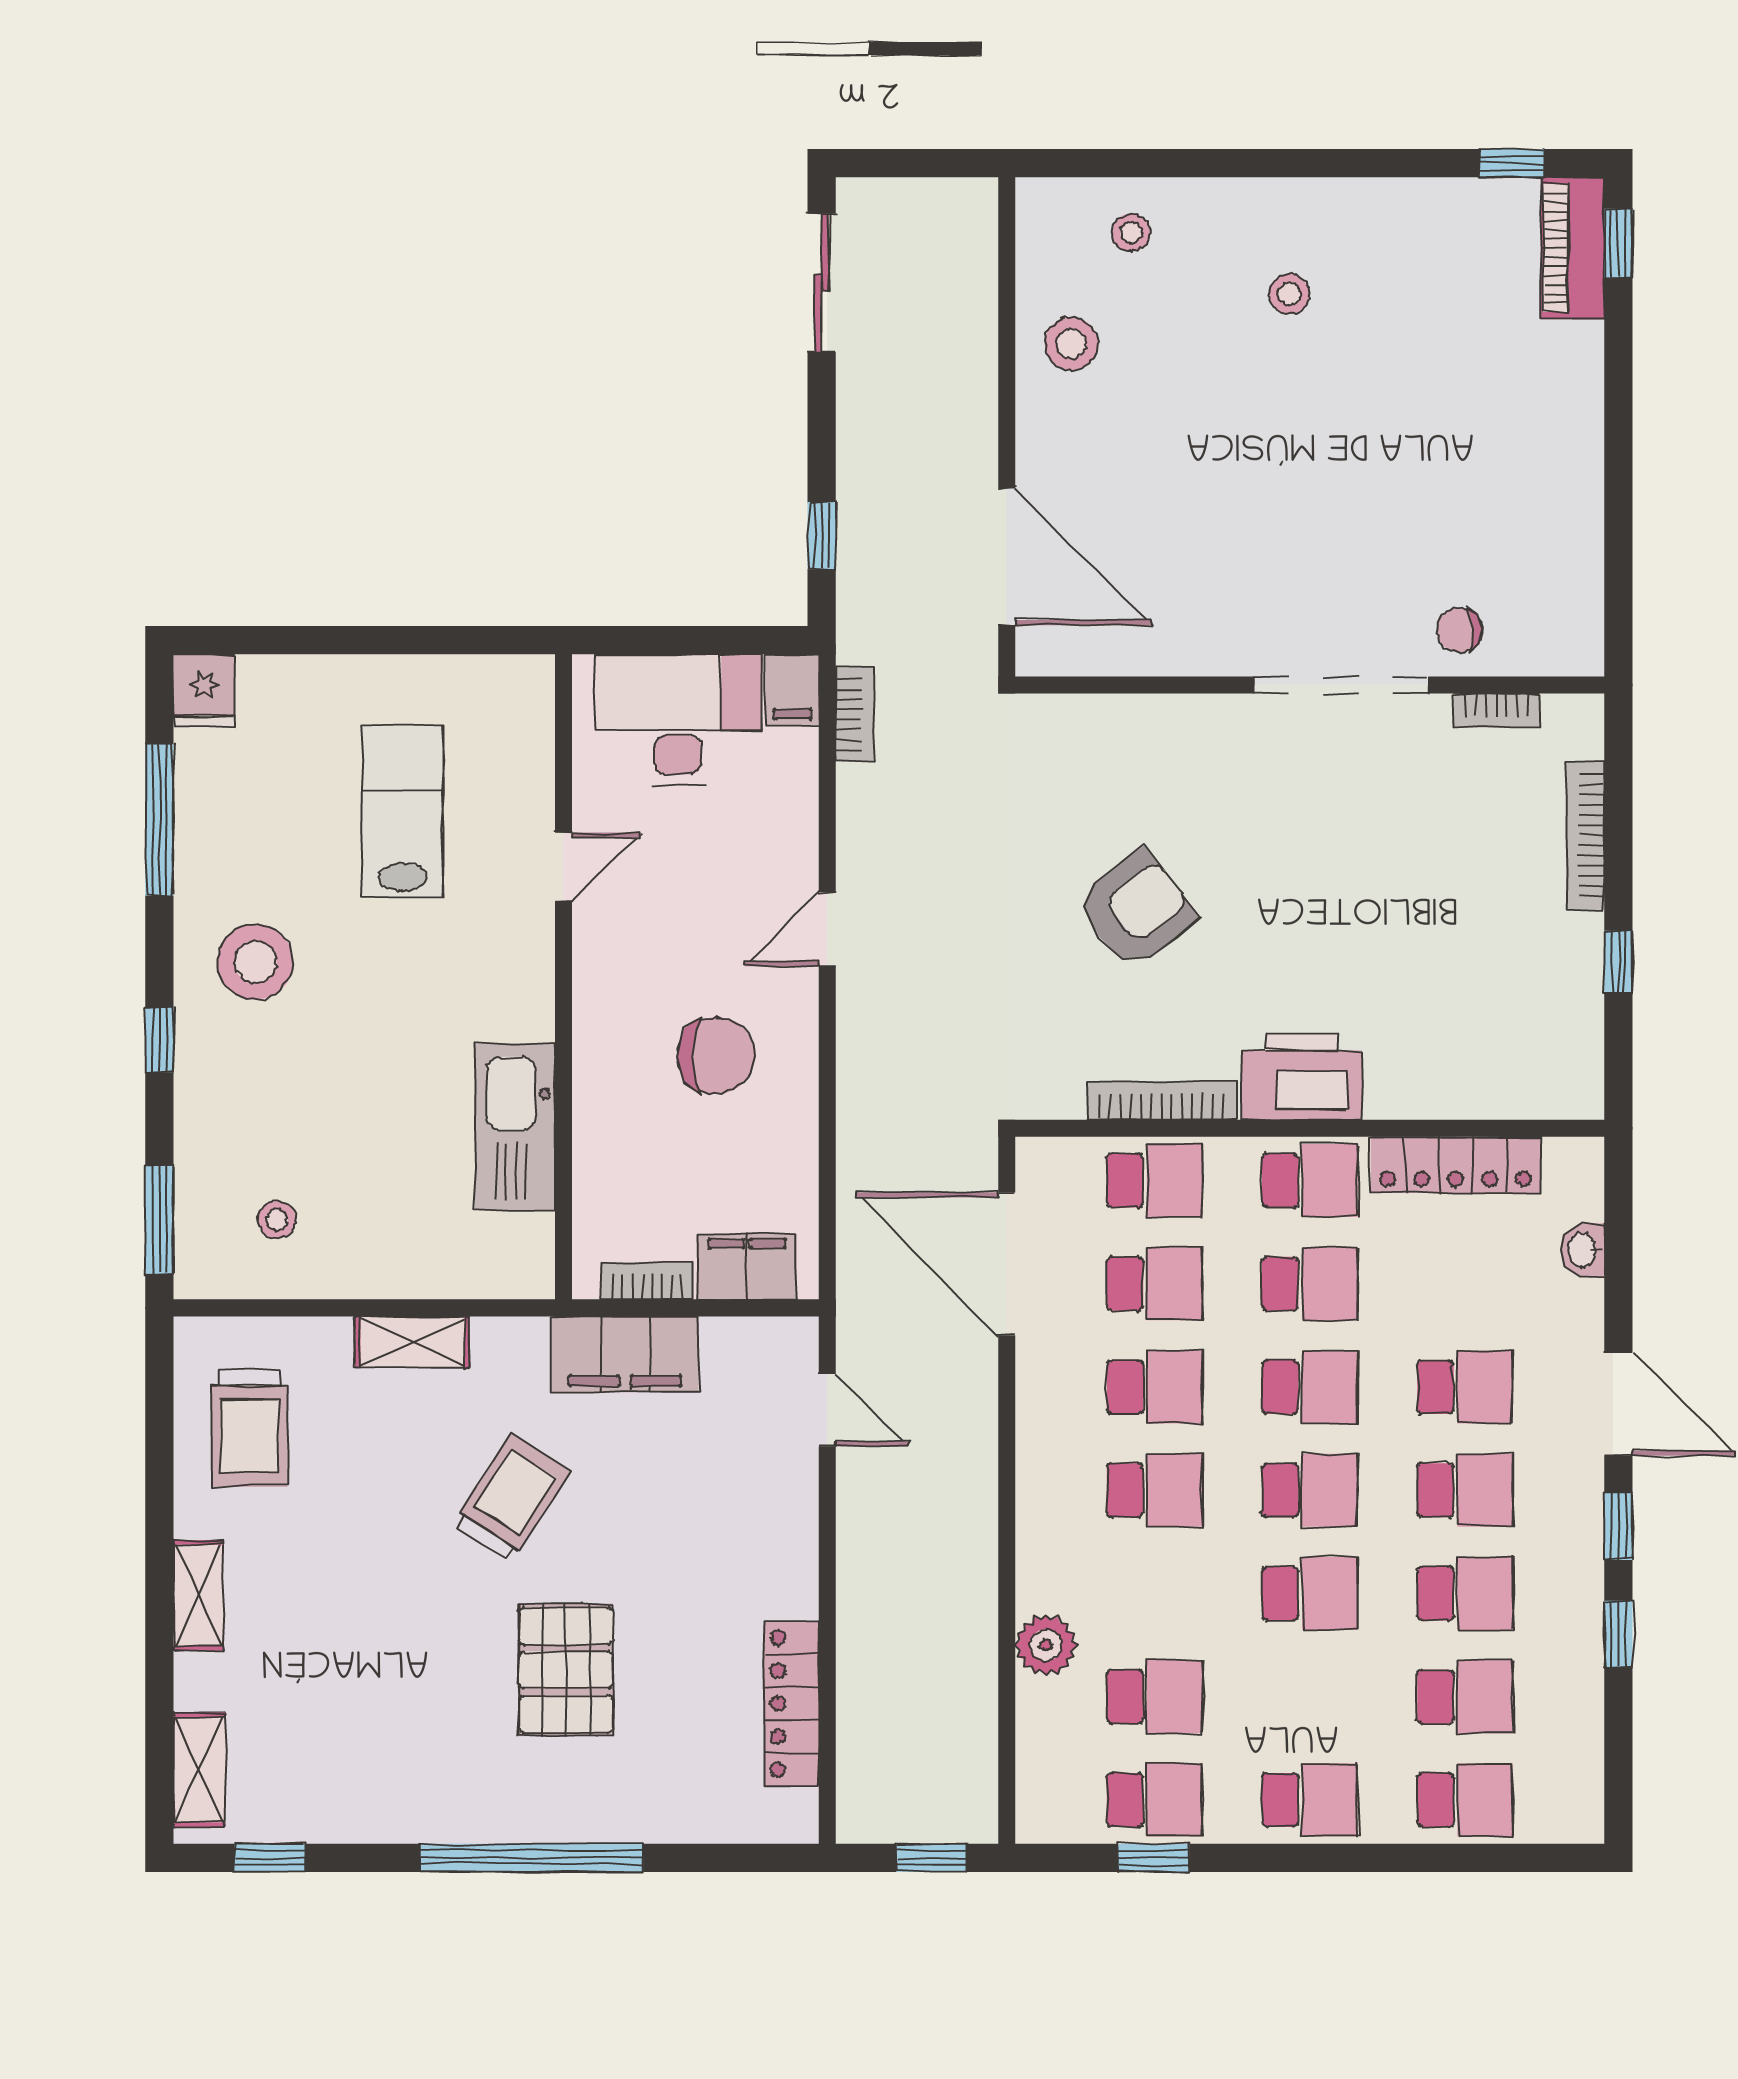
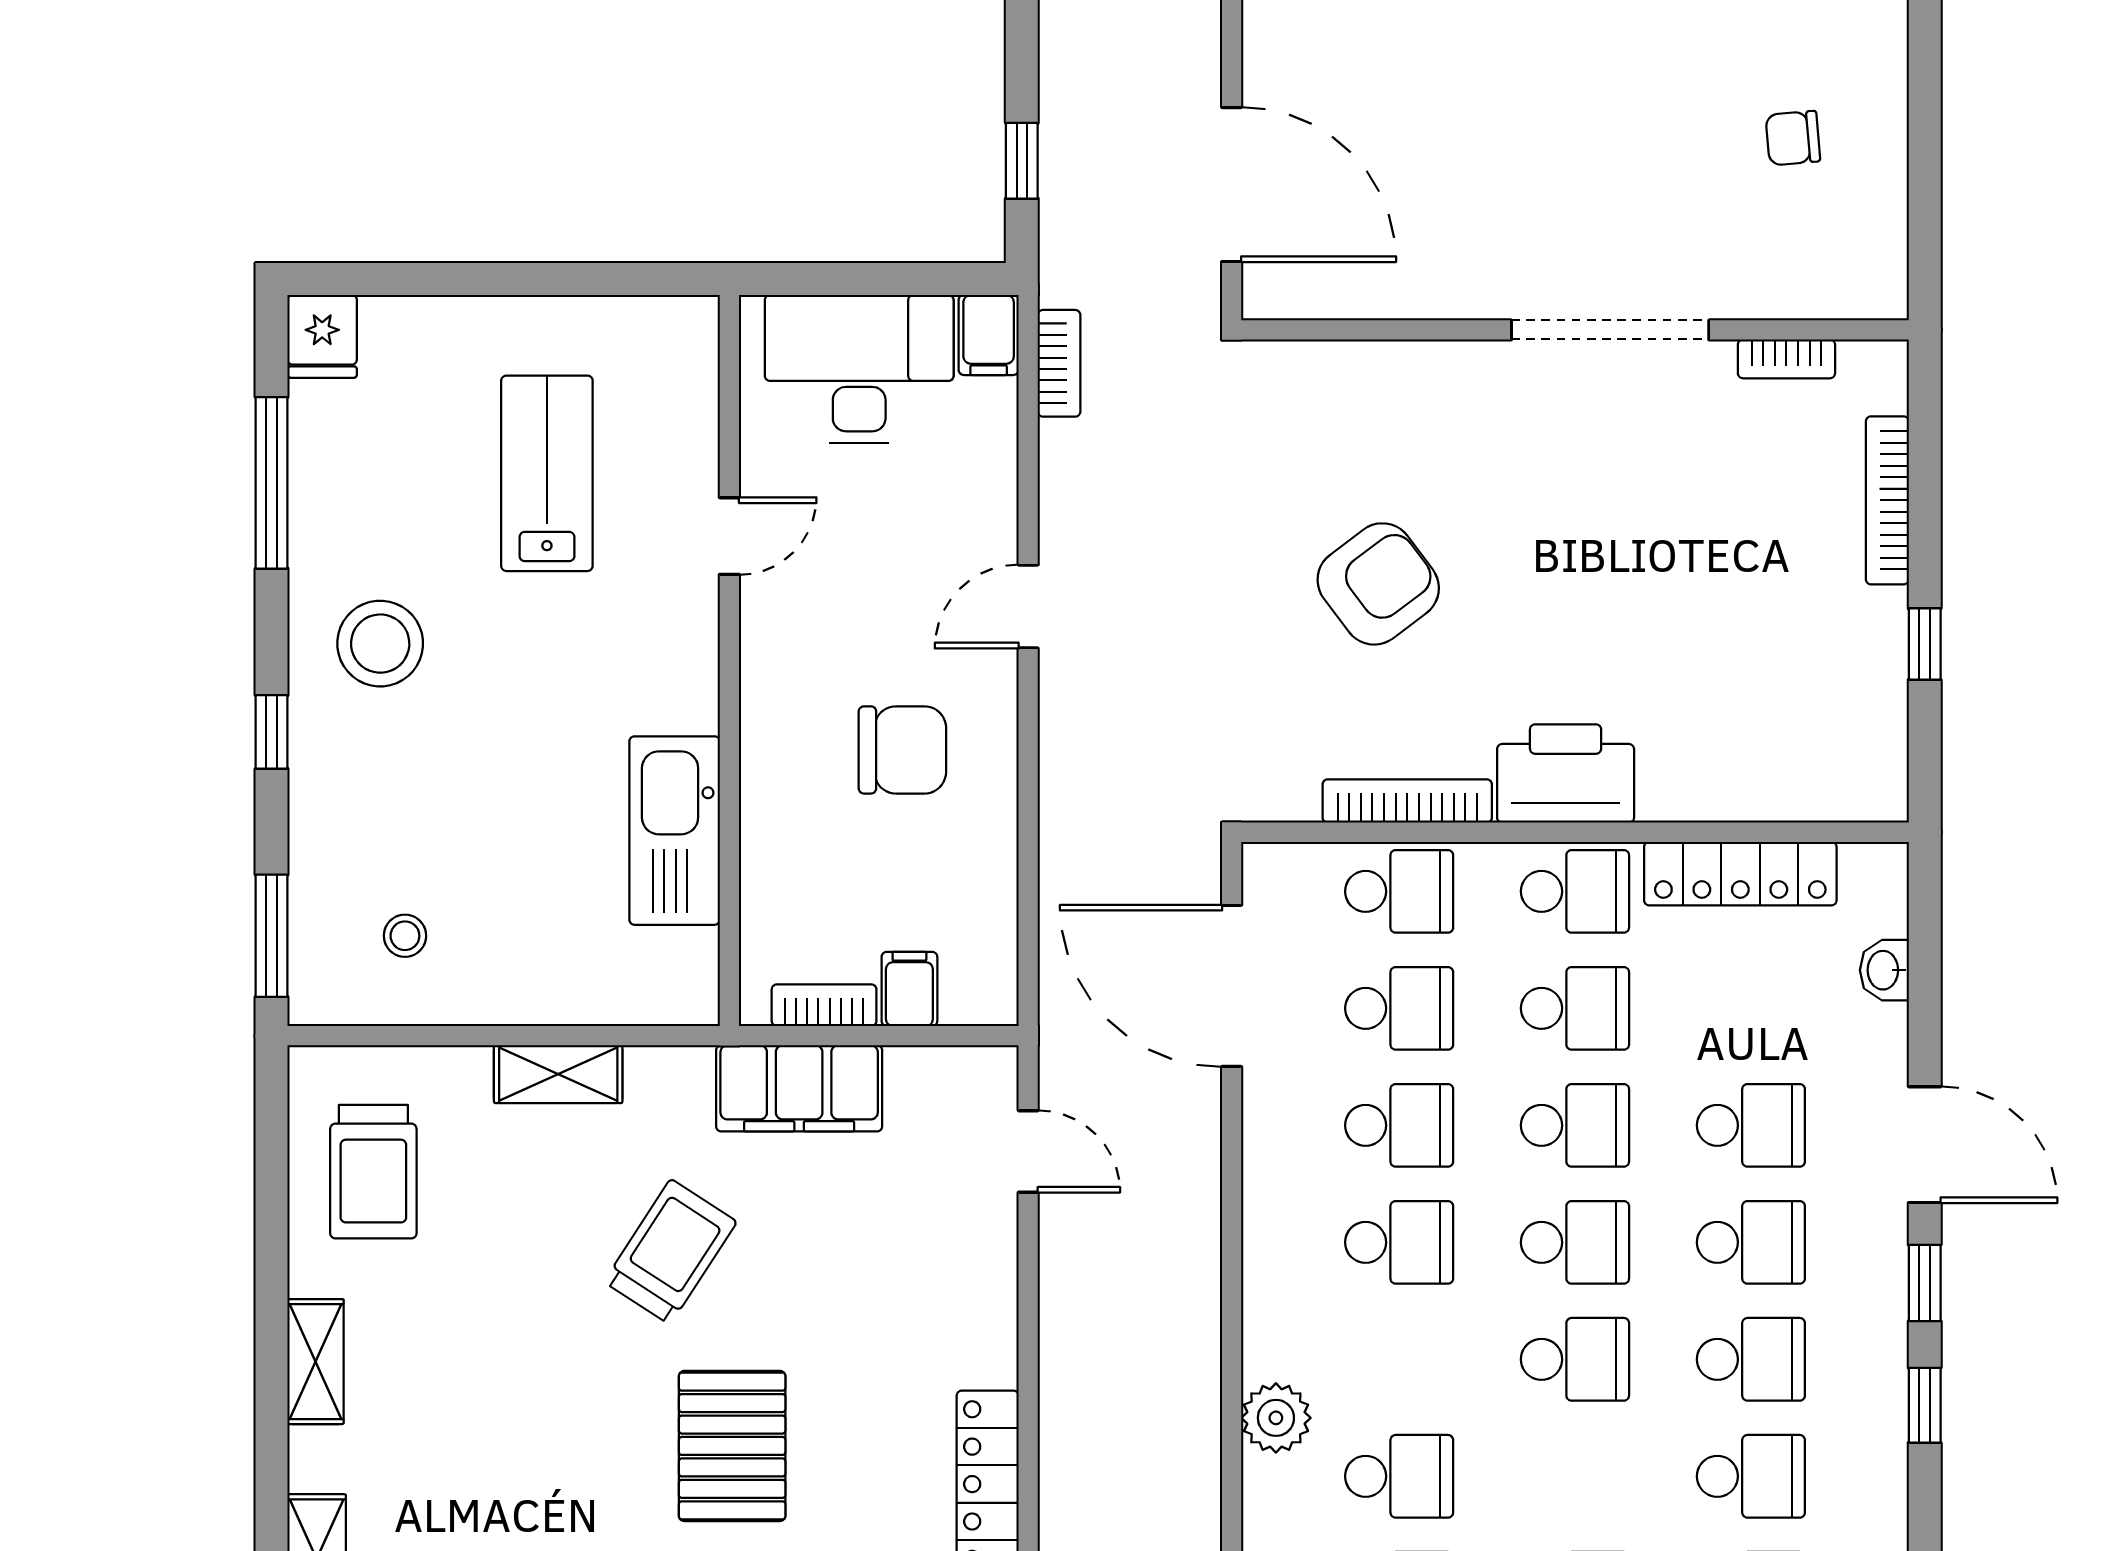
chair: (1459, 630) -> (1793, 138), moved
filing cabinet: (747, 1267) -> (909, 989), width x0.50

